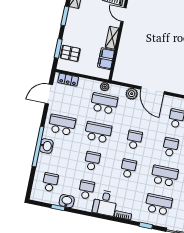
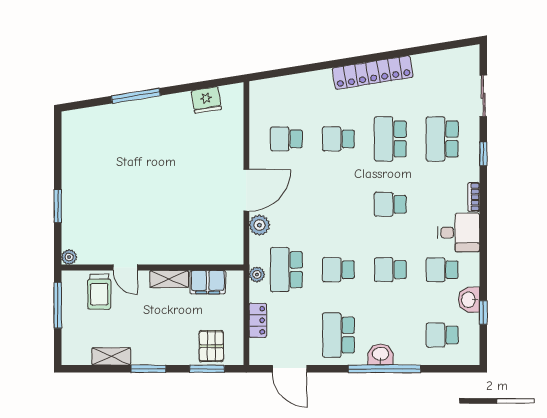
door: (124, 15) -> (125, 267), hinge flipped
locker: (68, 80) -> (258, 320), moved
school desk: (98, 132) -> (338, 270), width x0.54
school desk: (134, 140) -> (338, 204), removed

